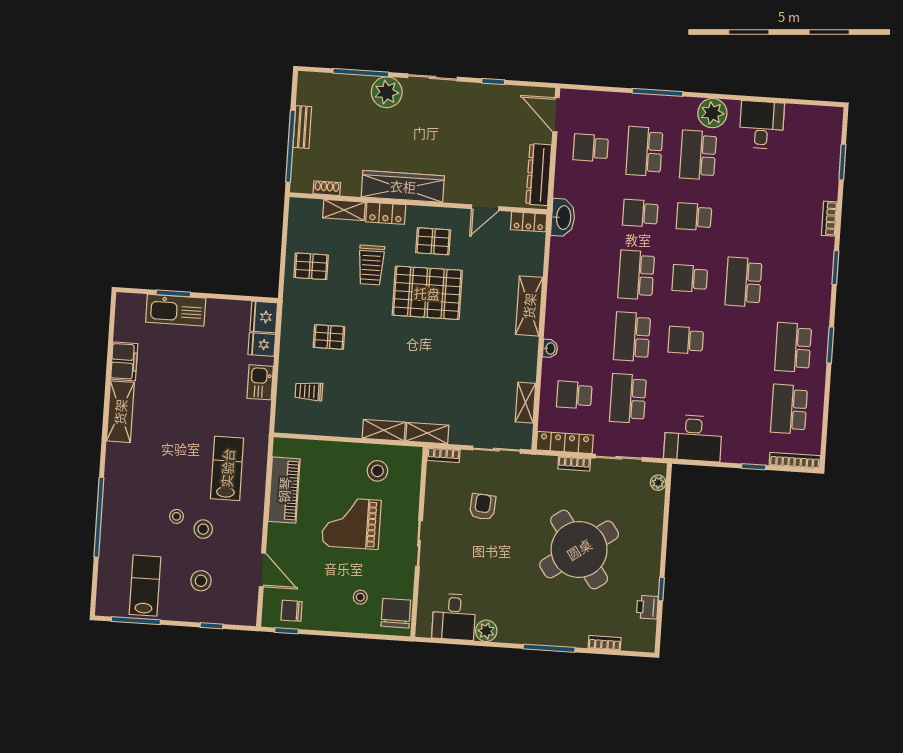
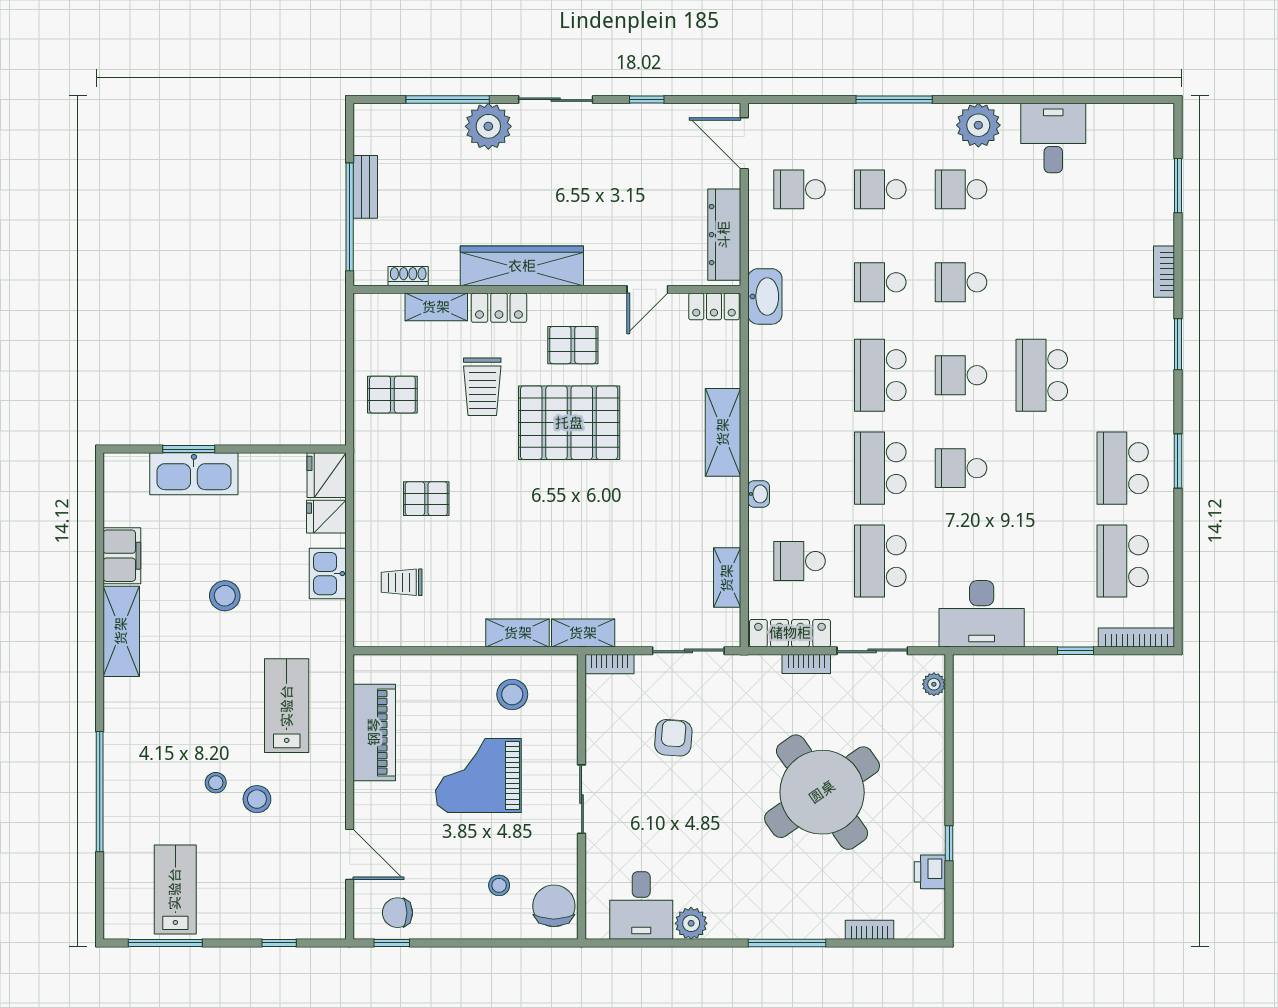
school desk: (644, 151) -> (880, 189), width x0.54
school desk: (698, 155) -> (961, 189), width x0.54
stool: (201, 581) -> (225, 596), moved

